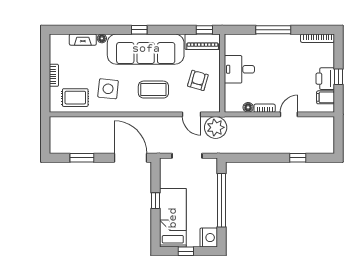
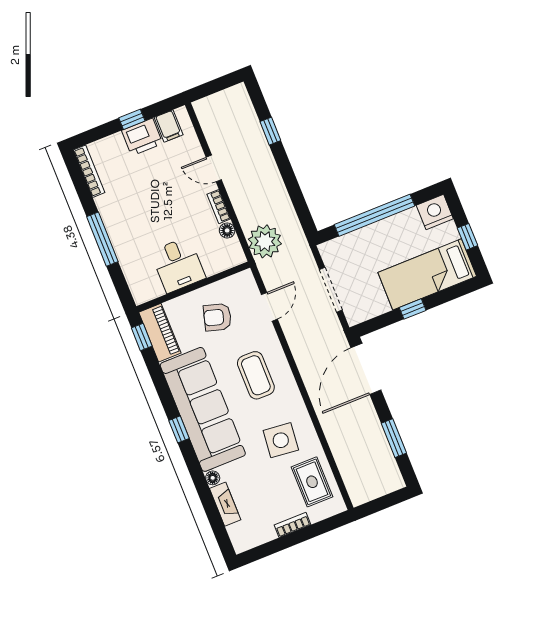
plant: (216, 127) -> (265, 241), moved

